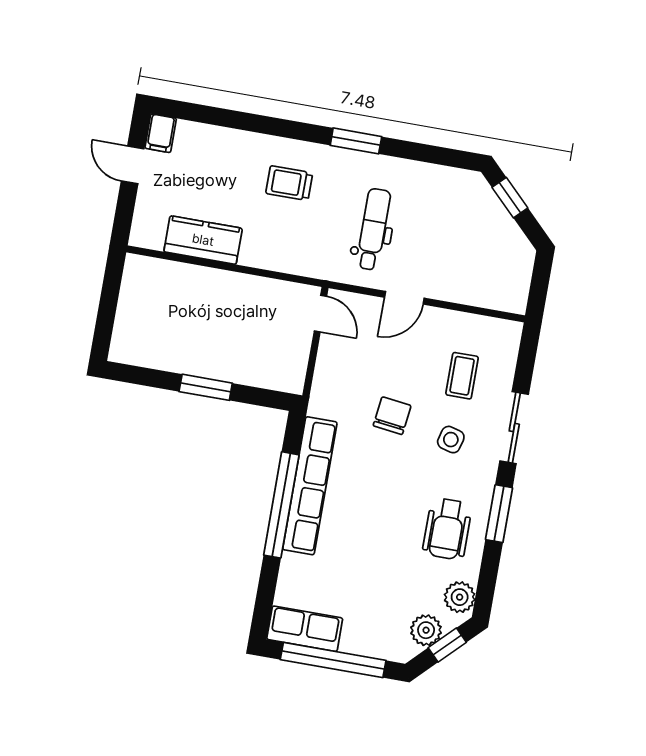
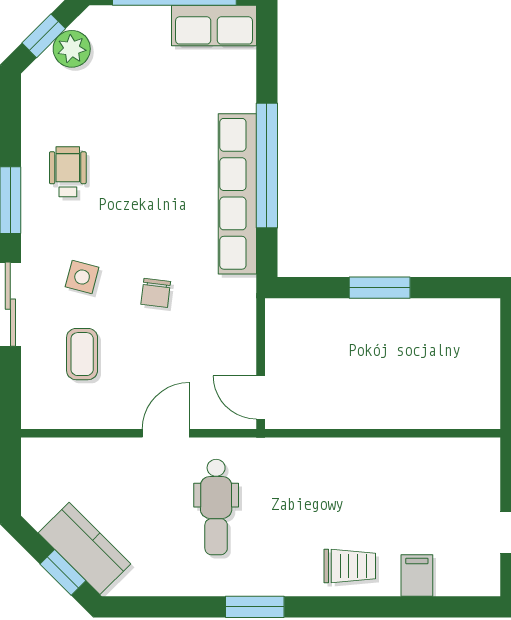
filing cabinet: (161, 133) -> (417, 576), moved
trolley: (289, 183) -> (350, 566), moved
kitchen counter: (203, 240) -> (85, 548), moved, turned -135
chair: (392, 416) -> (156, 293), width x0.73, depth x0.73
wheelchair: (447, 529) -> (68, 172), width x0.73, depth x0.73
plant: (460, 597) -> (39, 94), removed

